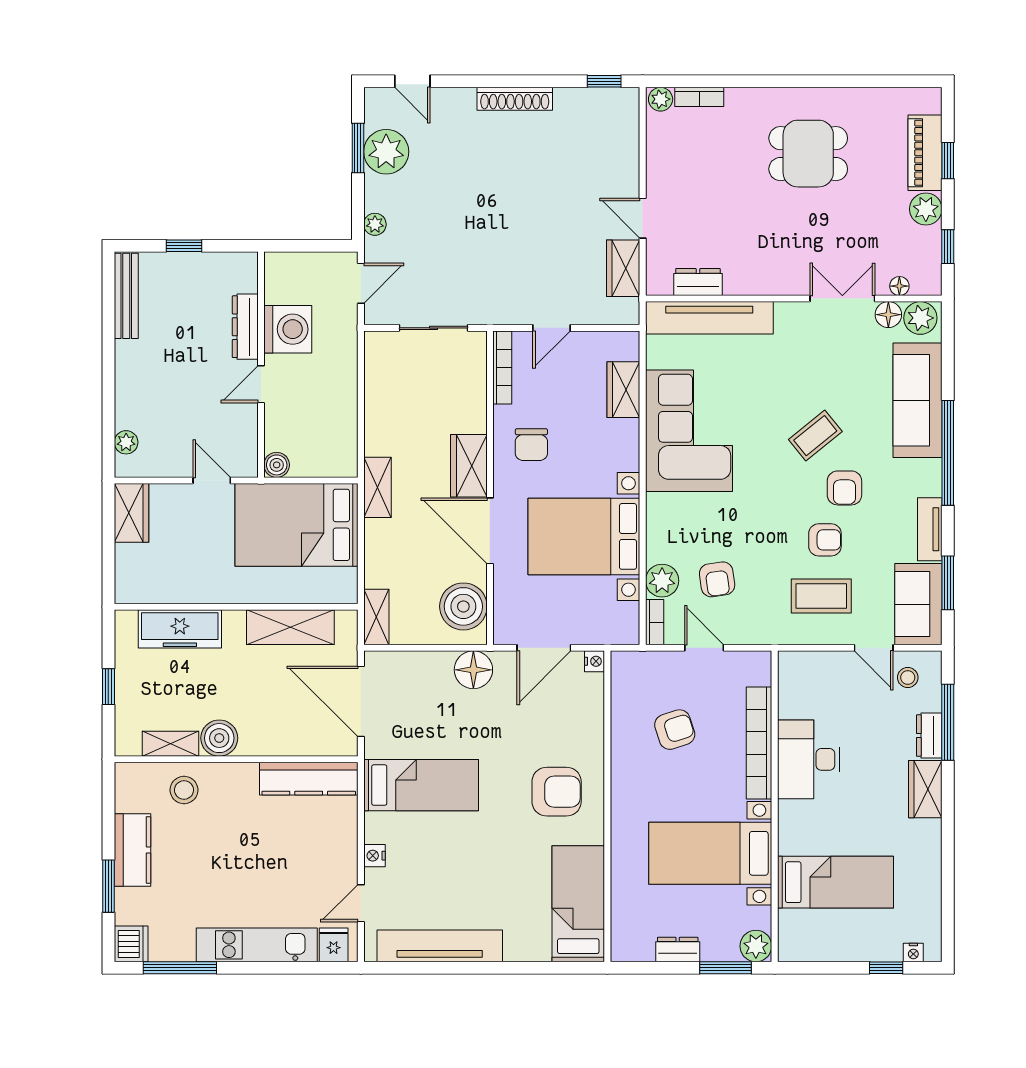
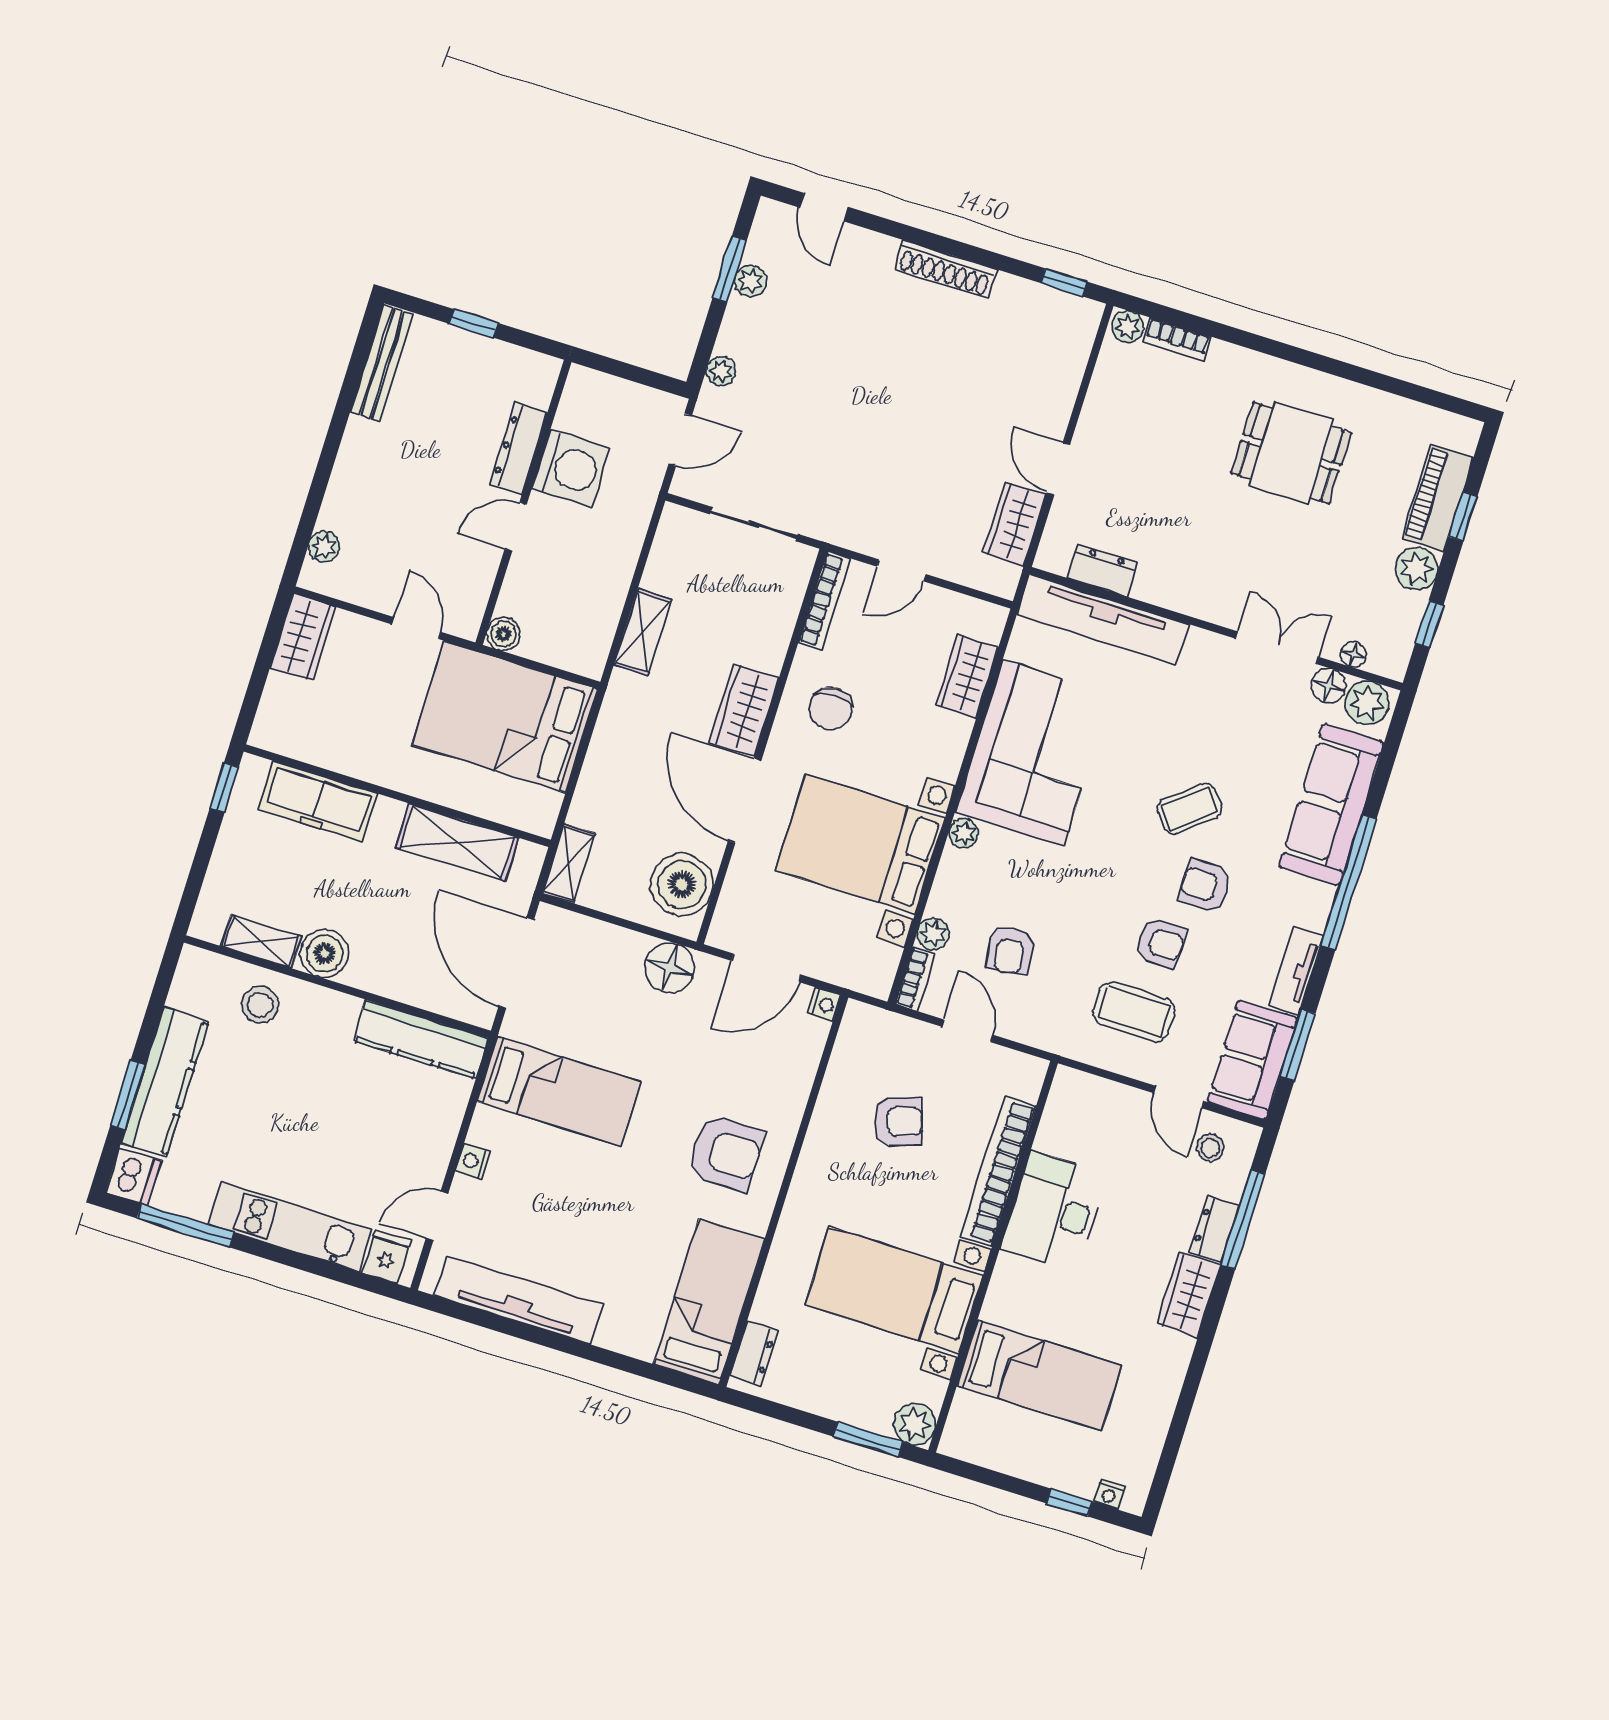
plant: (386, 152) -> (750, 281), width x0.53, depth x0.53
shelving: (377, 487) -> (643, 632), moved
armchair: (844, 488) -> (1205, 886), turned 90
plant: (657, 505) -> (963, 833), added
plant: (662, 581) -> (933, 934), width x0.73, depth x0.73
window: (108, 687) -> (224, 788), moved
kitchen counter: (132, 850) -> (165, 1082), width x1.50
dresser: (678, 950) -> (754, 1353), moved, turned 90

